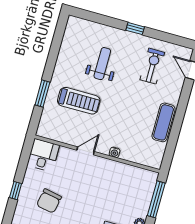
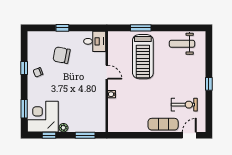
weight bench: (102, 64) -> (182, 44), moved, turned 180
treadmill: (79, 101) -> (143, 57), width x1.37, depth x1.38
exercise mat: (164, 122) -> (163, 124), moved
window: (156, 199) -> (85, 135), width x0.69

